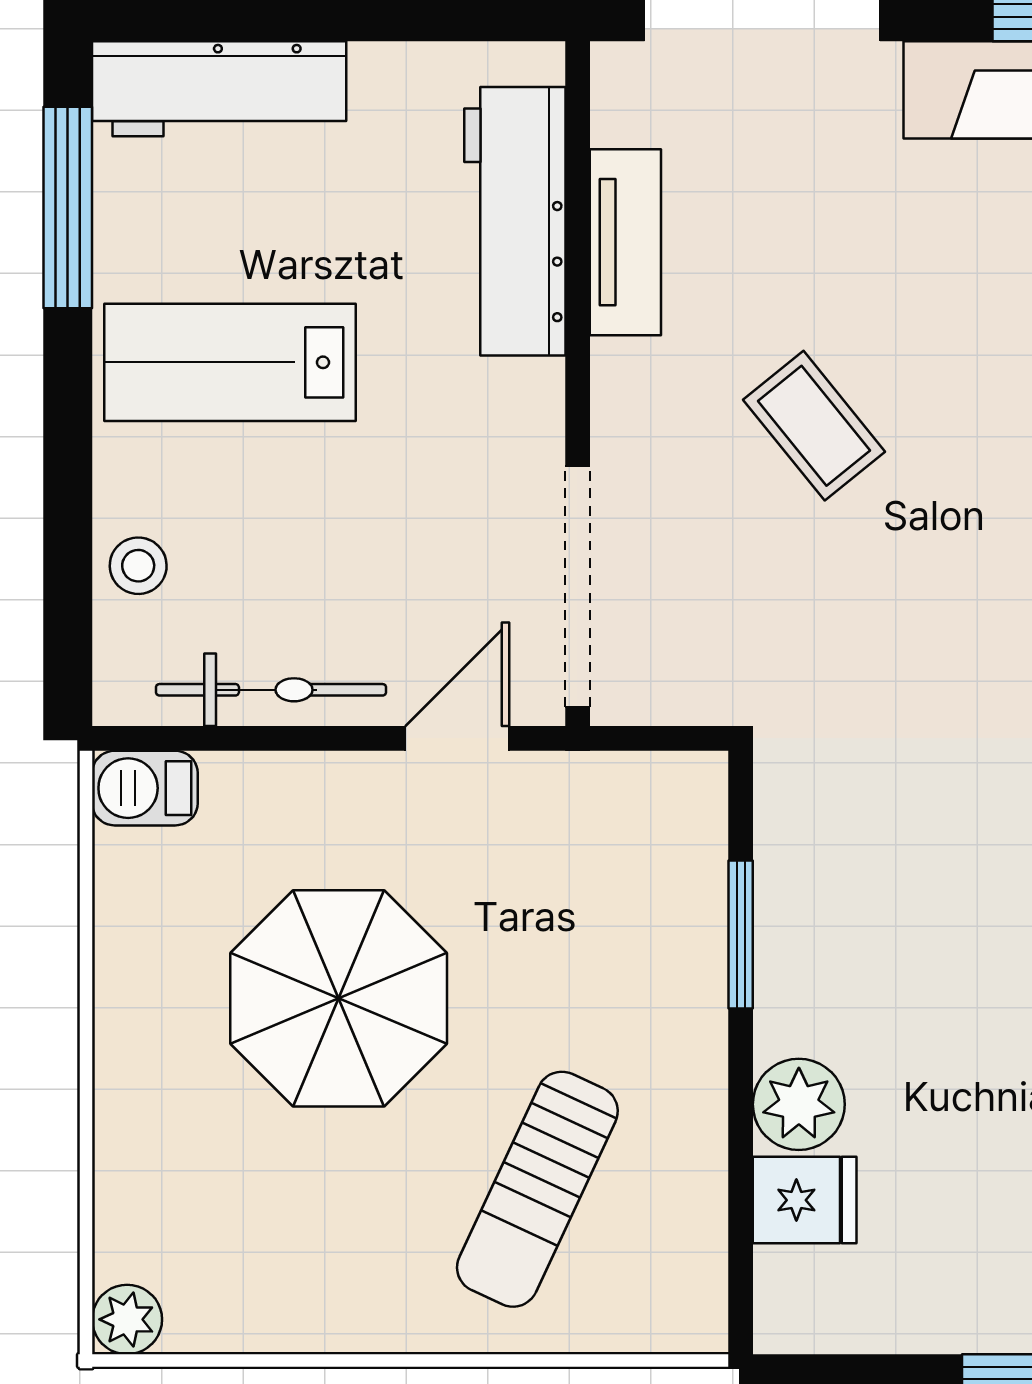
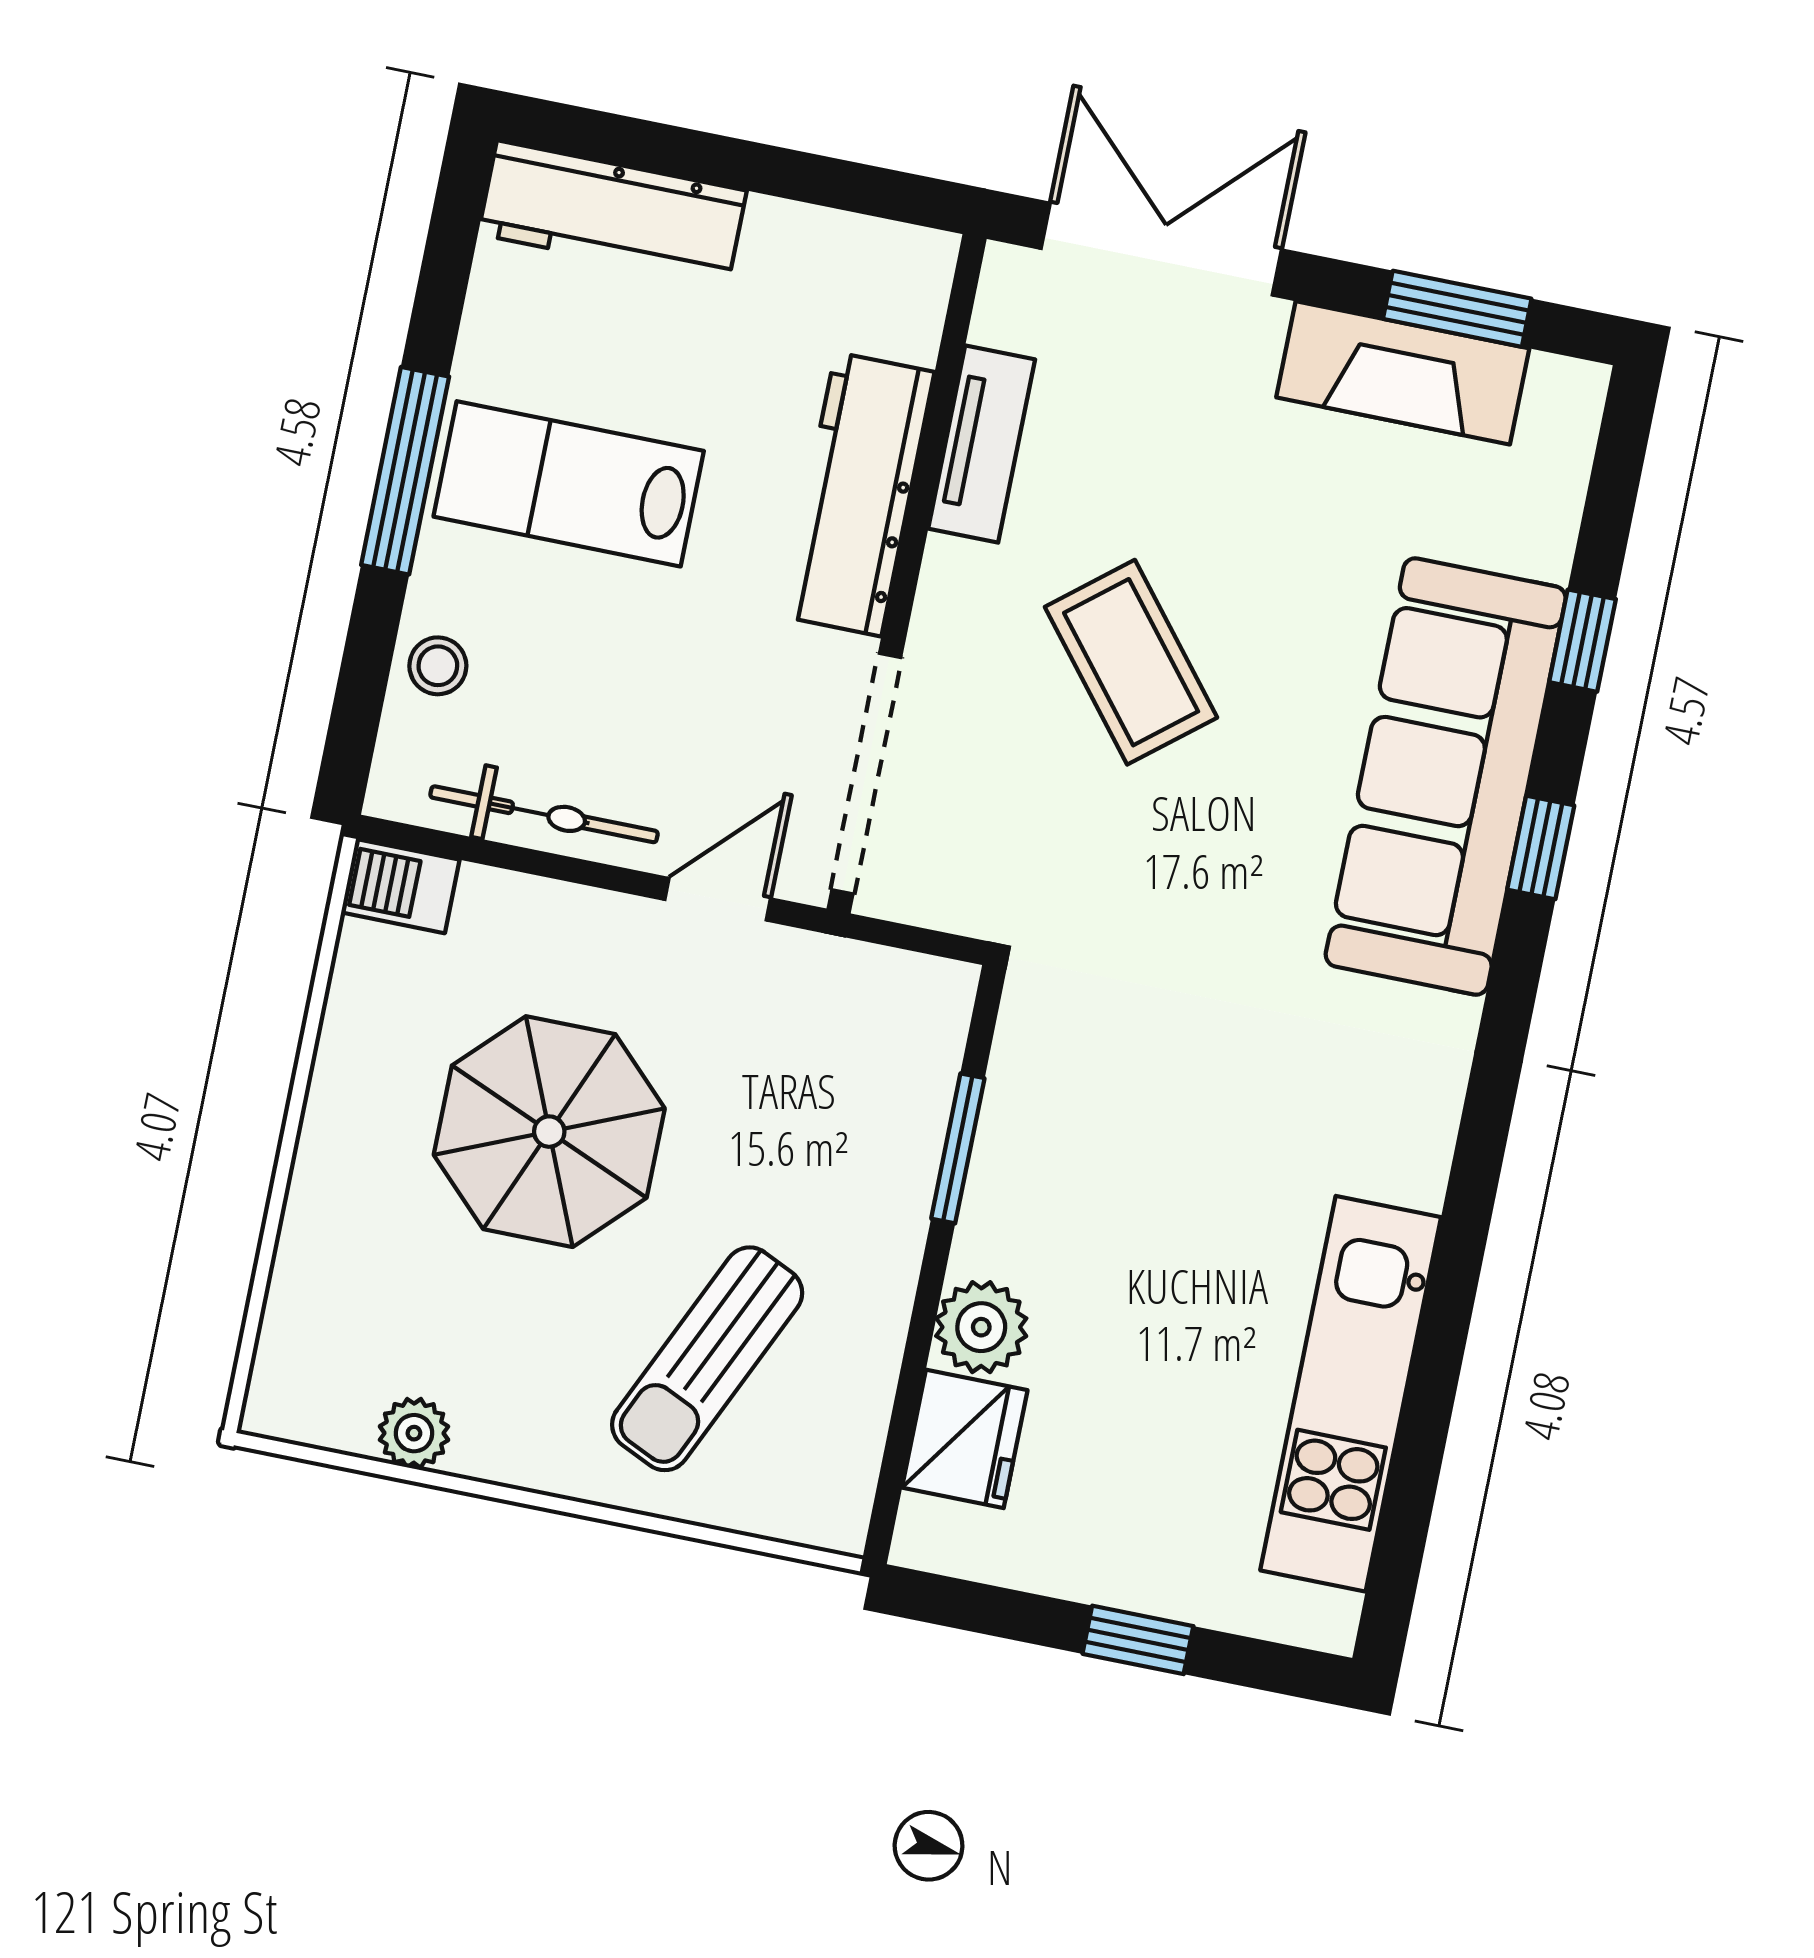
window: (68, 207) -> (405, 471), moved
workbench: (515, 221) -> (858, 494), moved
coffee table: (814, 426) -> (1131, 662), width x1.36, depth x1.30
fridge: (805, 1200) -> (965, 1439), width x1.38
plant: (127, 1319) -> (414, 1433), moved

